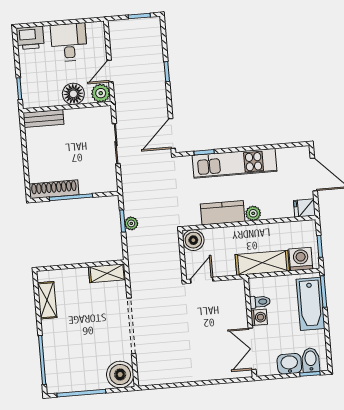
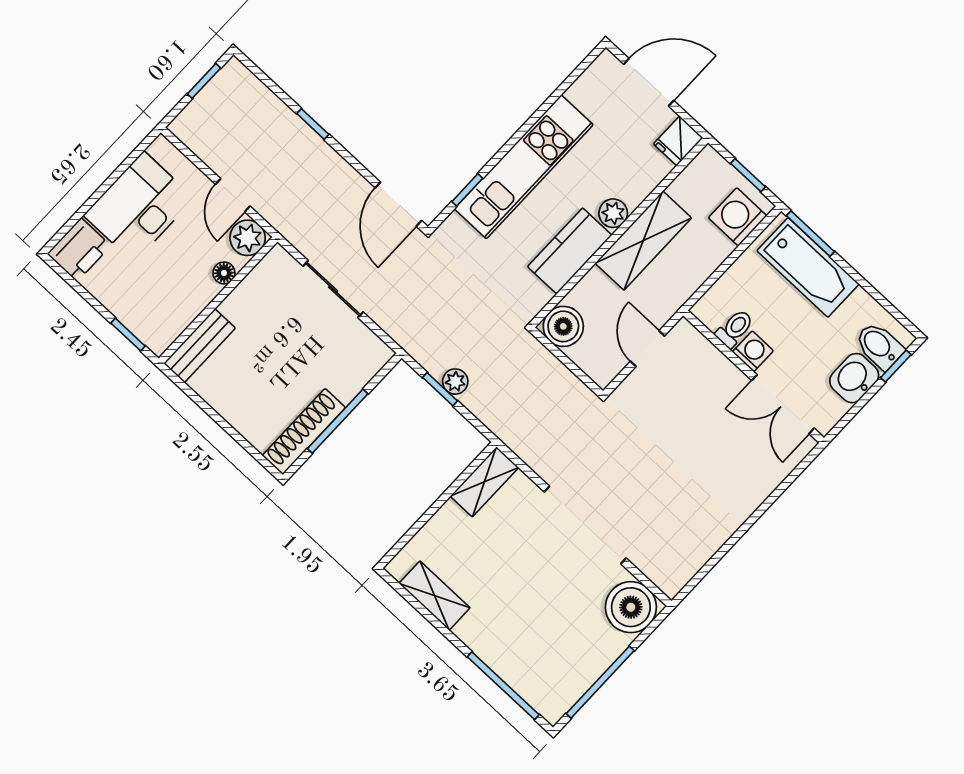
desk: (69, 42) -> (139, 207), width x1.37
floor lamp: (73, 94) -> (224, 273), width x0.53, depth x0.53
shelving: (262, 263) -> (643, 241), moved
door: (202, 280) -> (647, 349), moved

